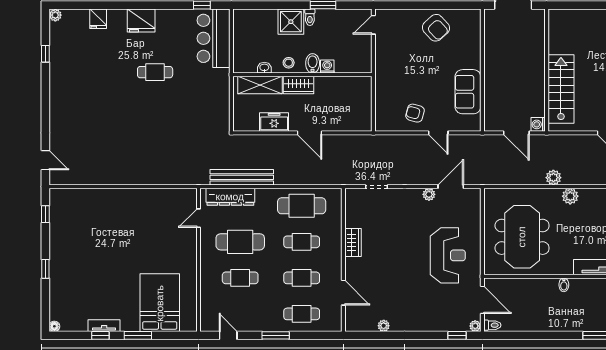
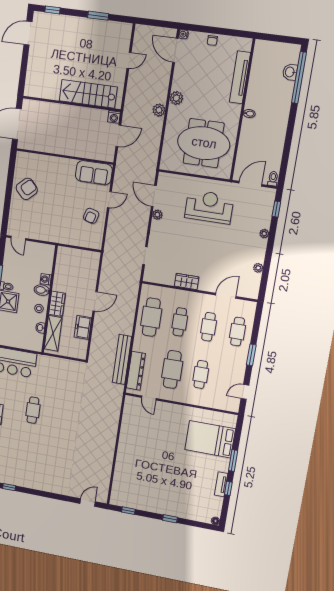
sofa: (468, 92) -> (94, 173), moved
plant: (475, 326) -> (264, 234), moved

